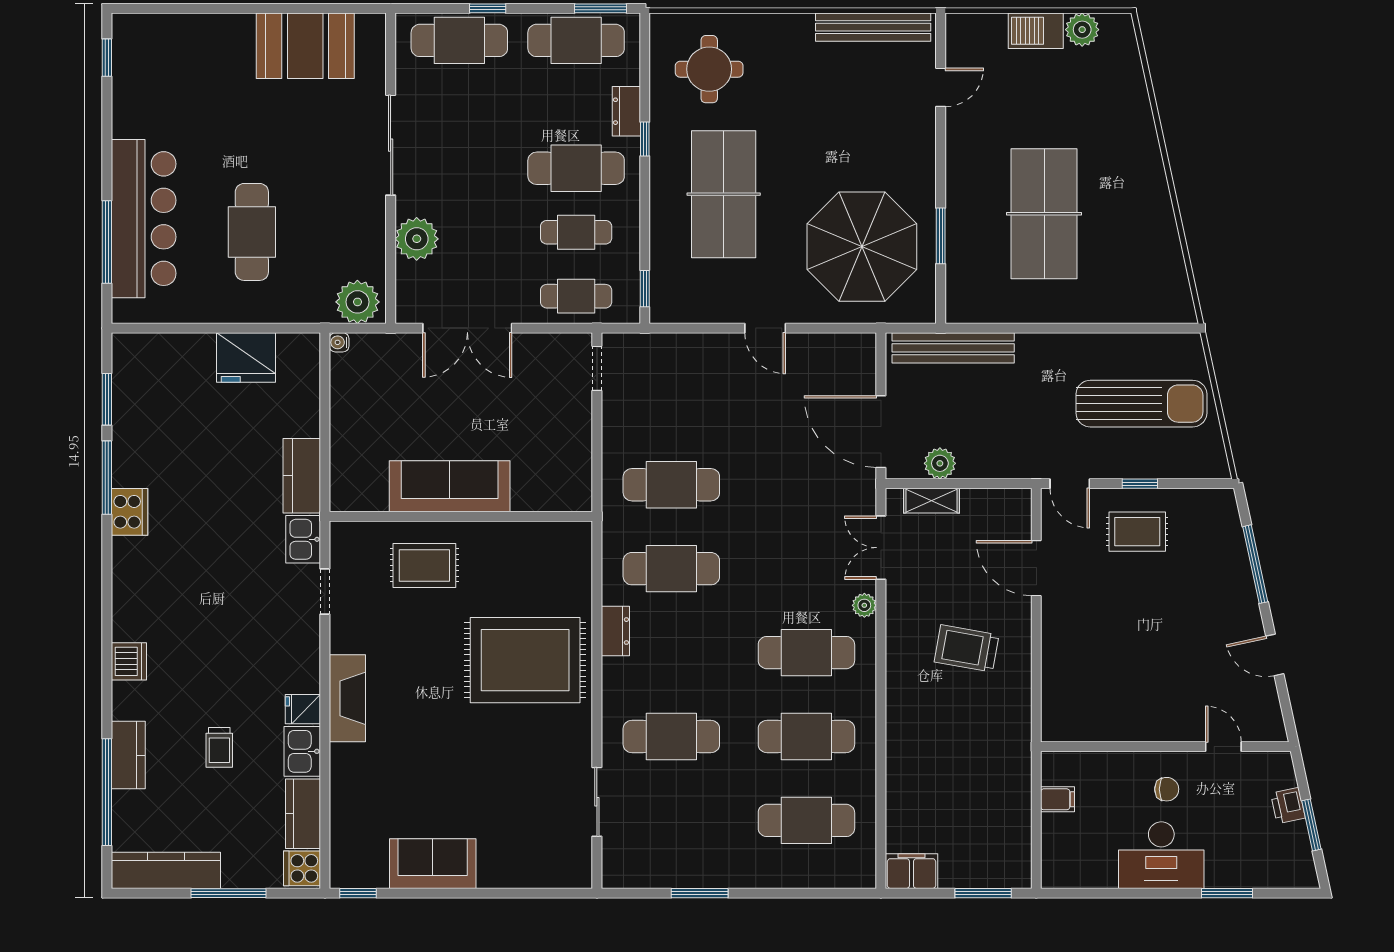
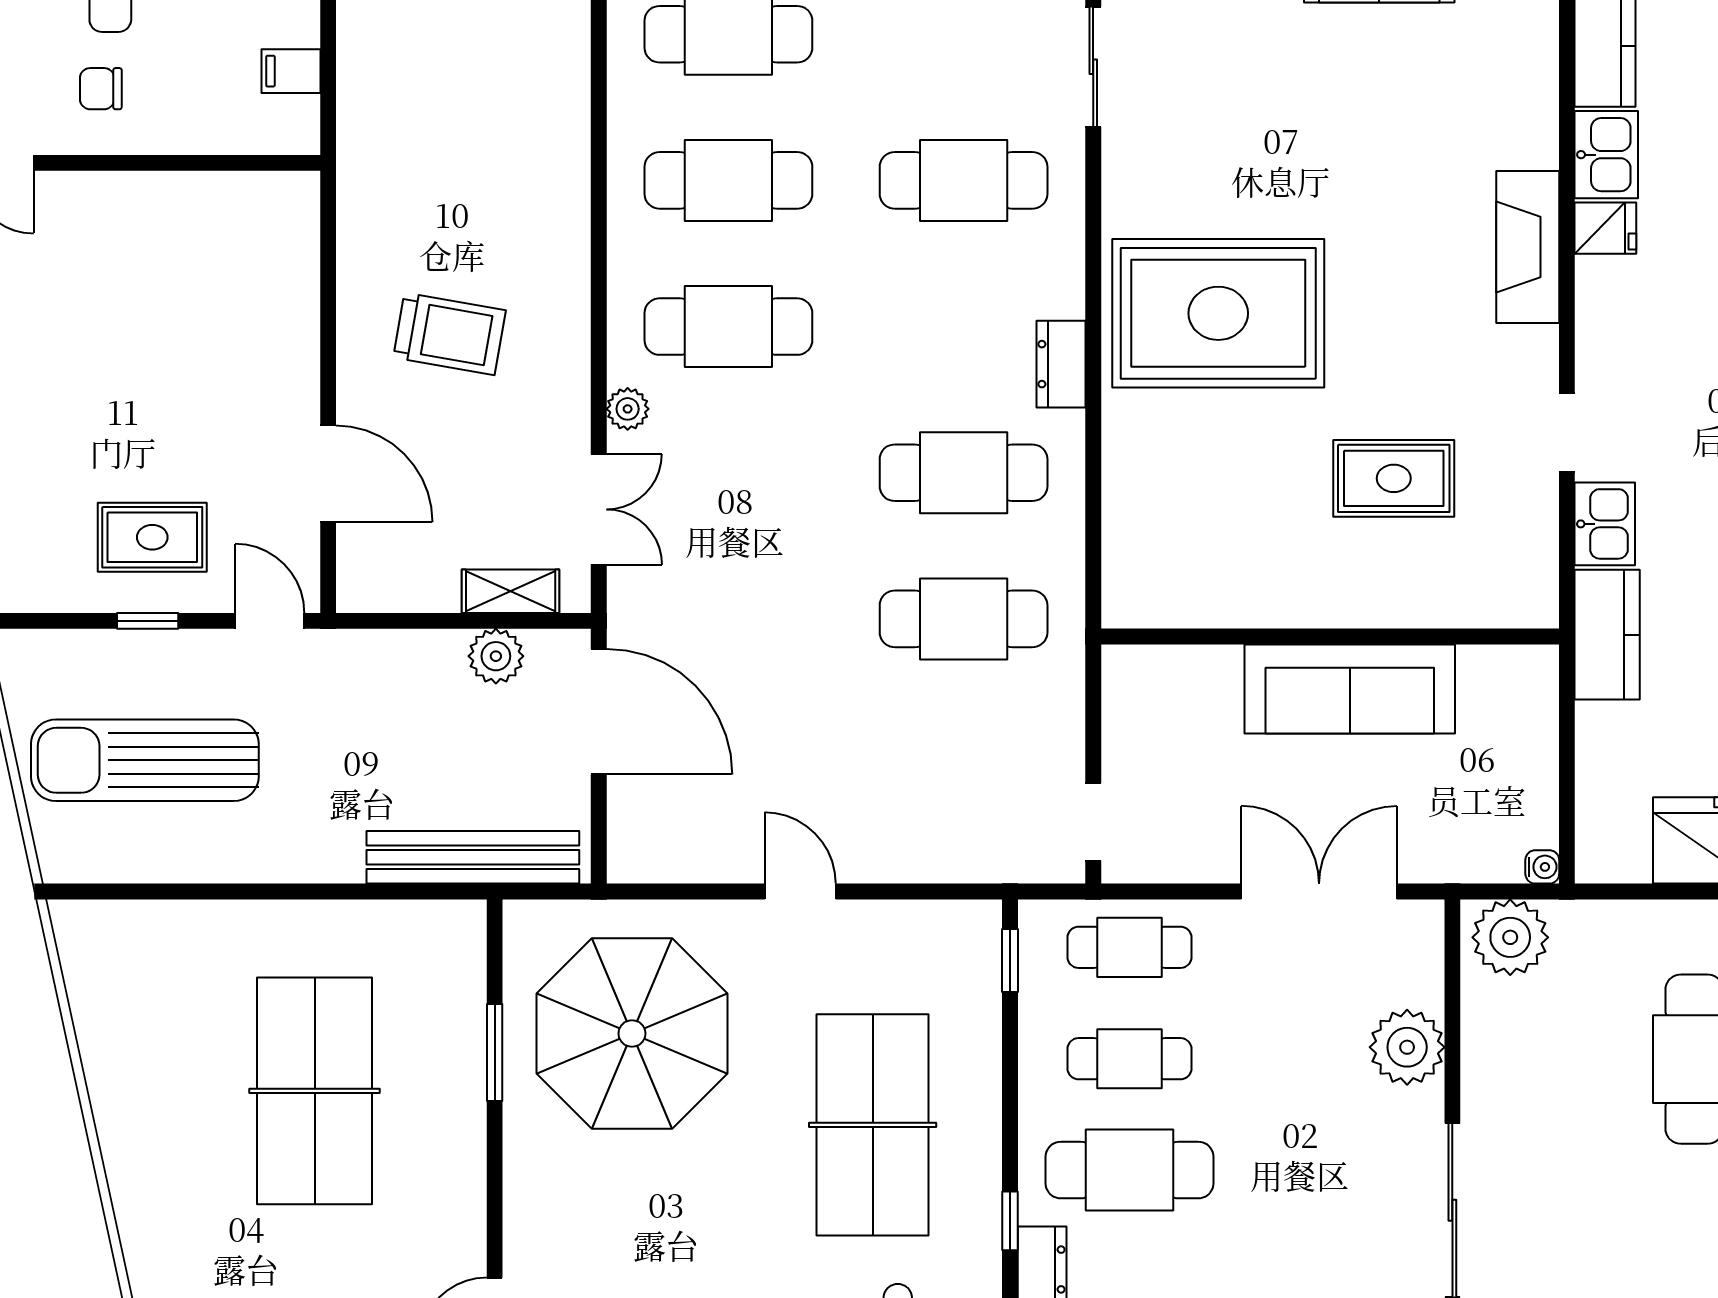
sofa: (450, 486) -> (1350, 689), moved
wall: (461, 516) -> (1330, 636), moved

